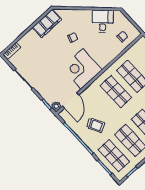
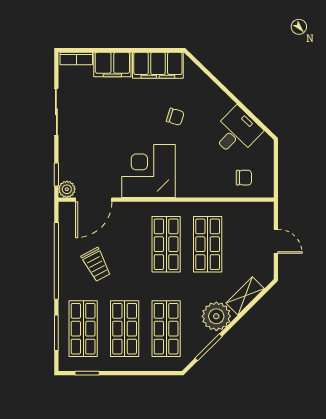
filing cabinet: (29, 40) -> (112, 64), added

